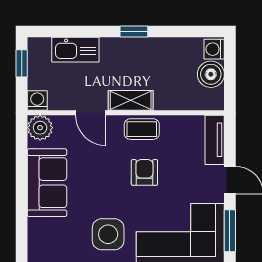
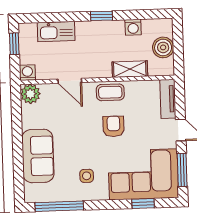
washing machine: (214, 49) -> (133, 27), moved, turned -90
shelving: (131, 100) -> (130, 69), moved
sofa: (47, 183) -> (38, 156), moved
side table: (108, 234) -> (87, 176), width x0.54, depth x0.54

